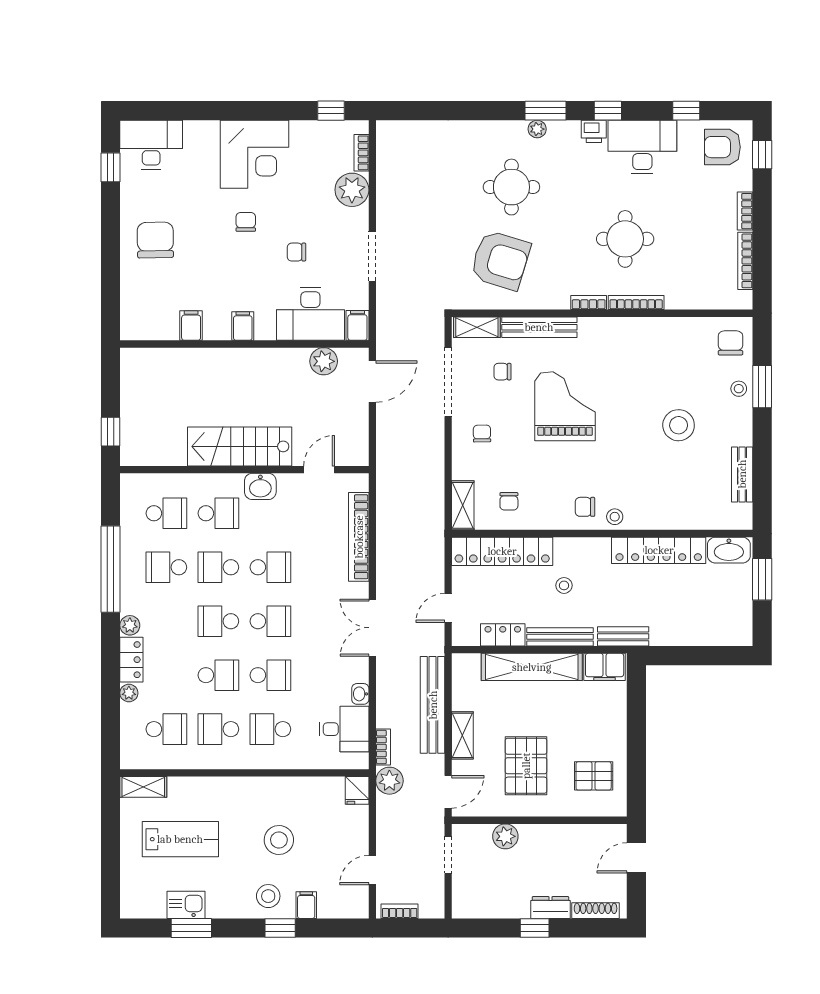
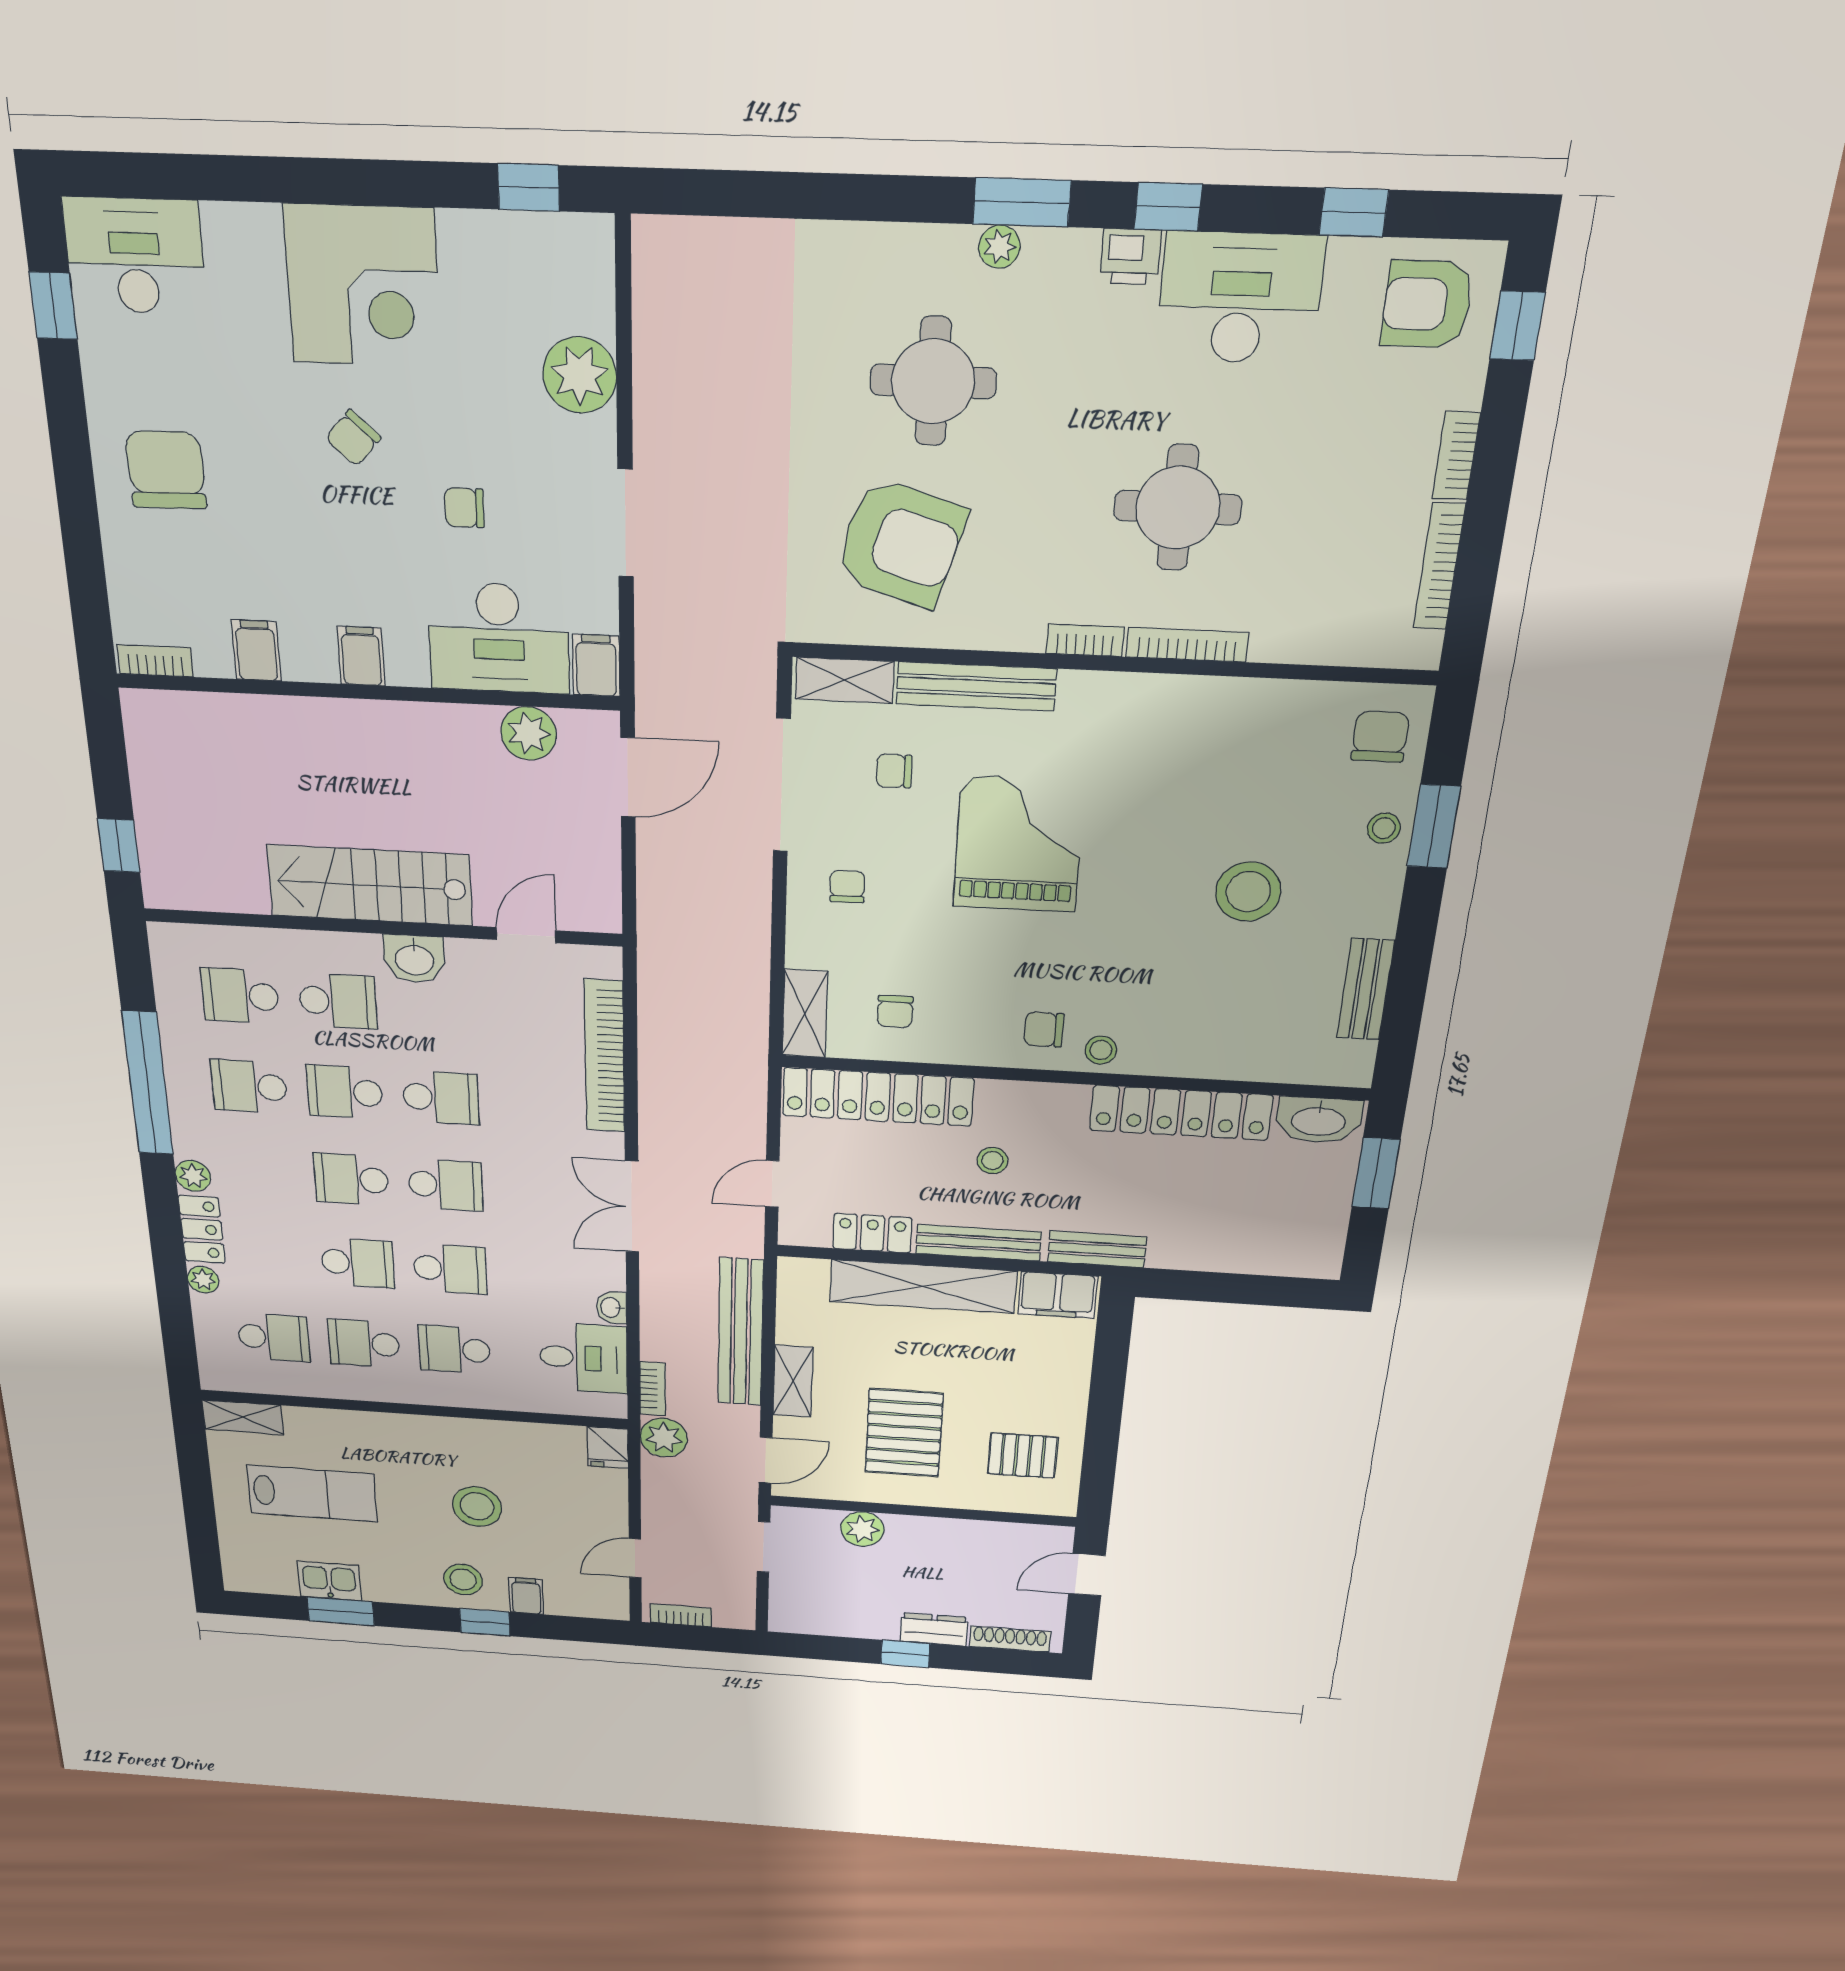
bookcase: (361, 153) -> (155, 661), moved, turned 90
chair: (246, 222) -> (353, 438), turned -138
school desk: (166, 513) -> (240, 996), turned 180

